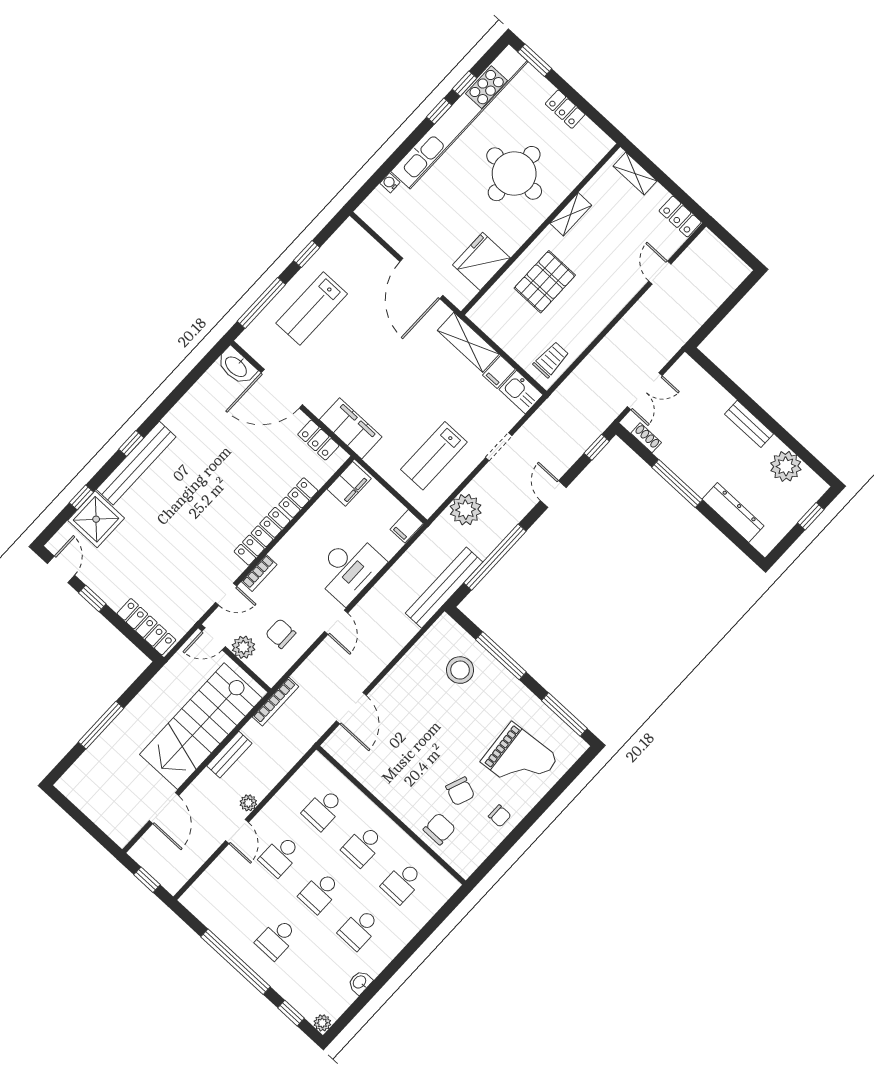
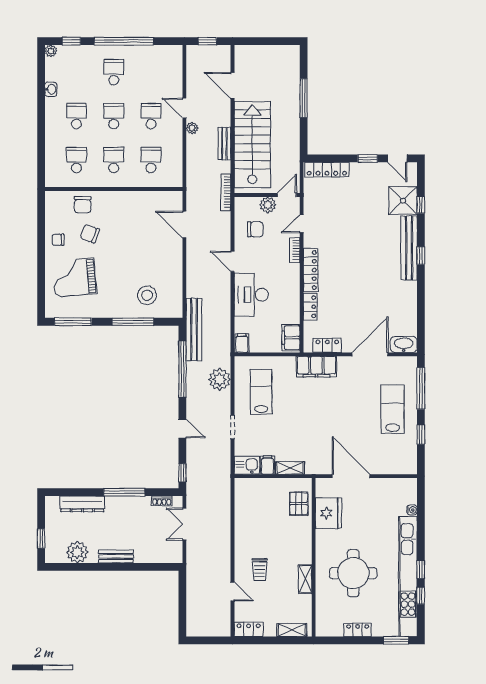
pallet: (545, 282) -> (299, 504), moved, width x0.67, depth x0.71
shelving: (468, 342) -> (290, 468), width x0.67, depth x0.75
trolley: (551, 360) -> (260, 569), moved

